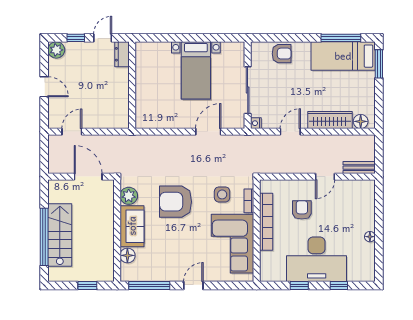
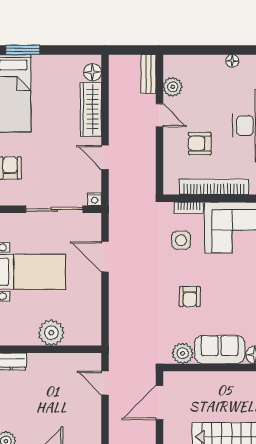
plant: (146, 87) -> (51, 333), added
door: (72, 132) -> (105, 383), moved
plant: (348, 188) -> (173, 87), added
armchair: (176, 202) -> (190, 297), width x0.53, depth x0.53

